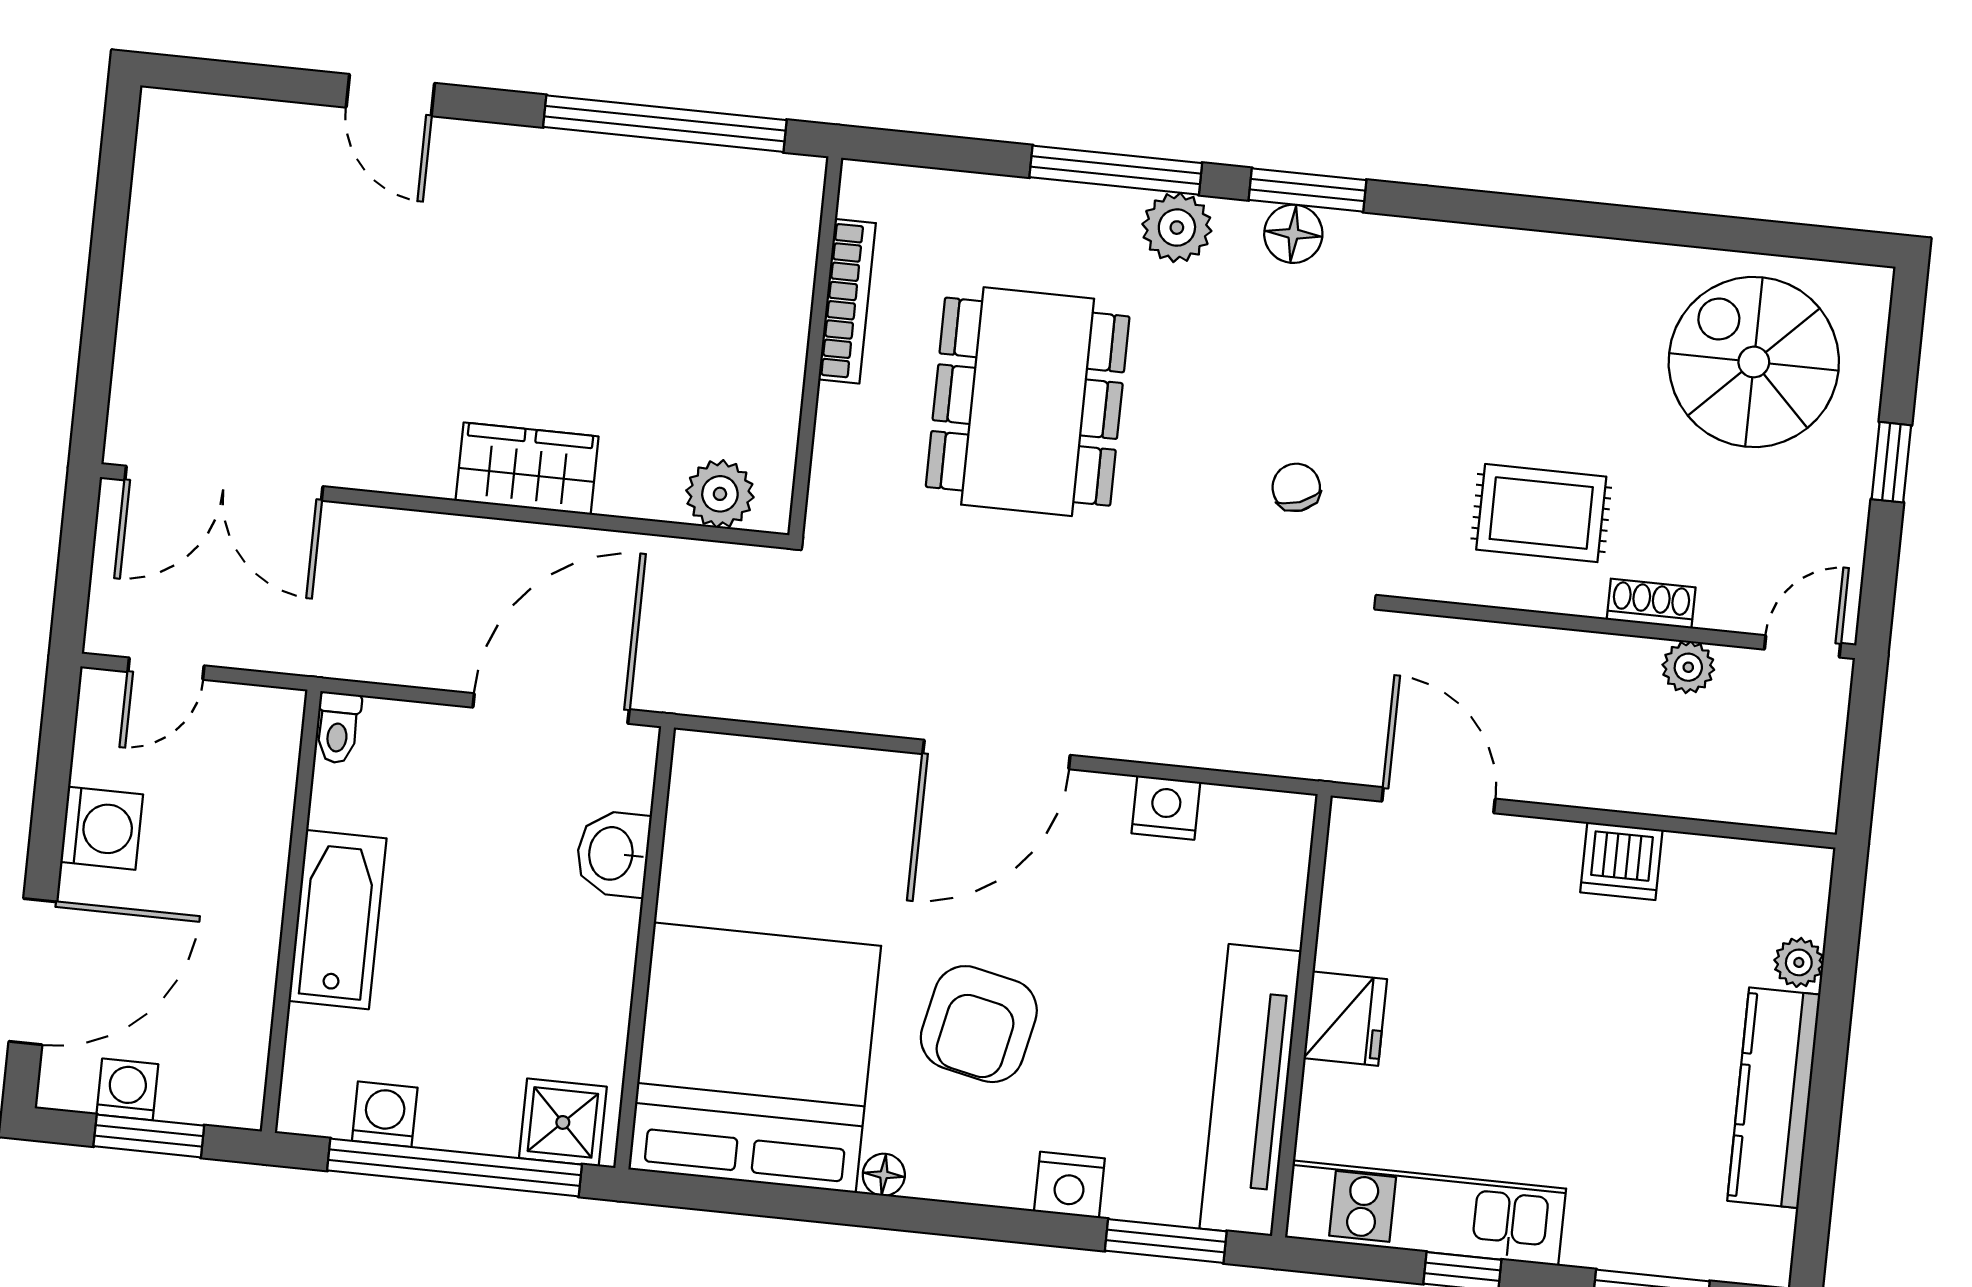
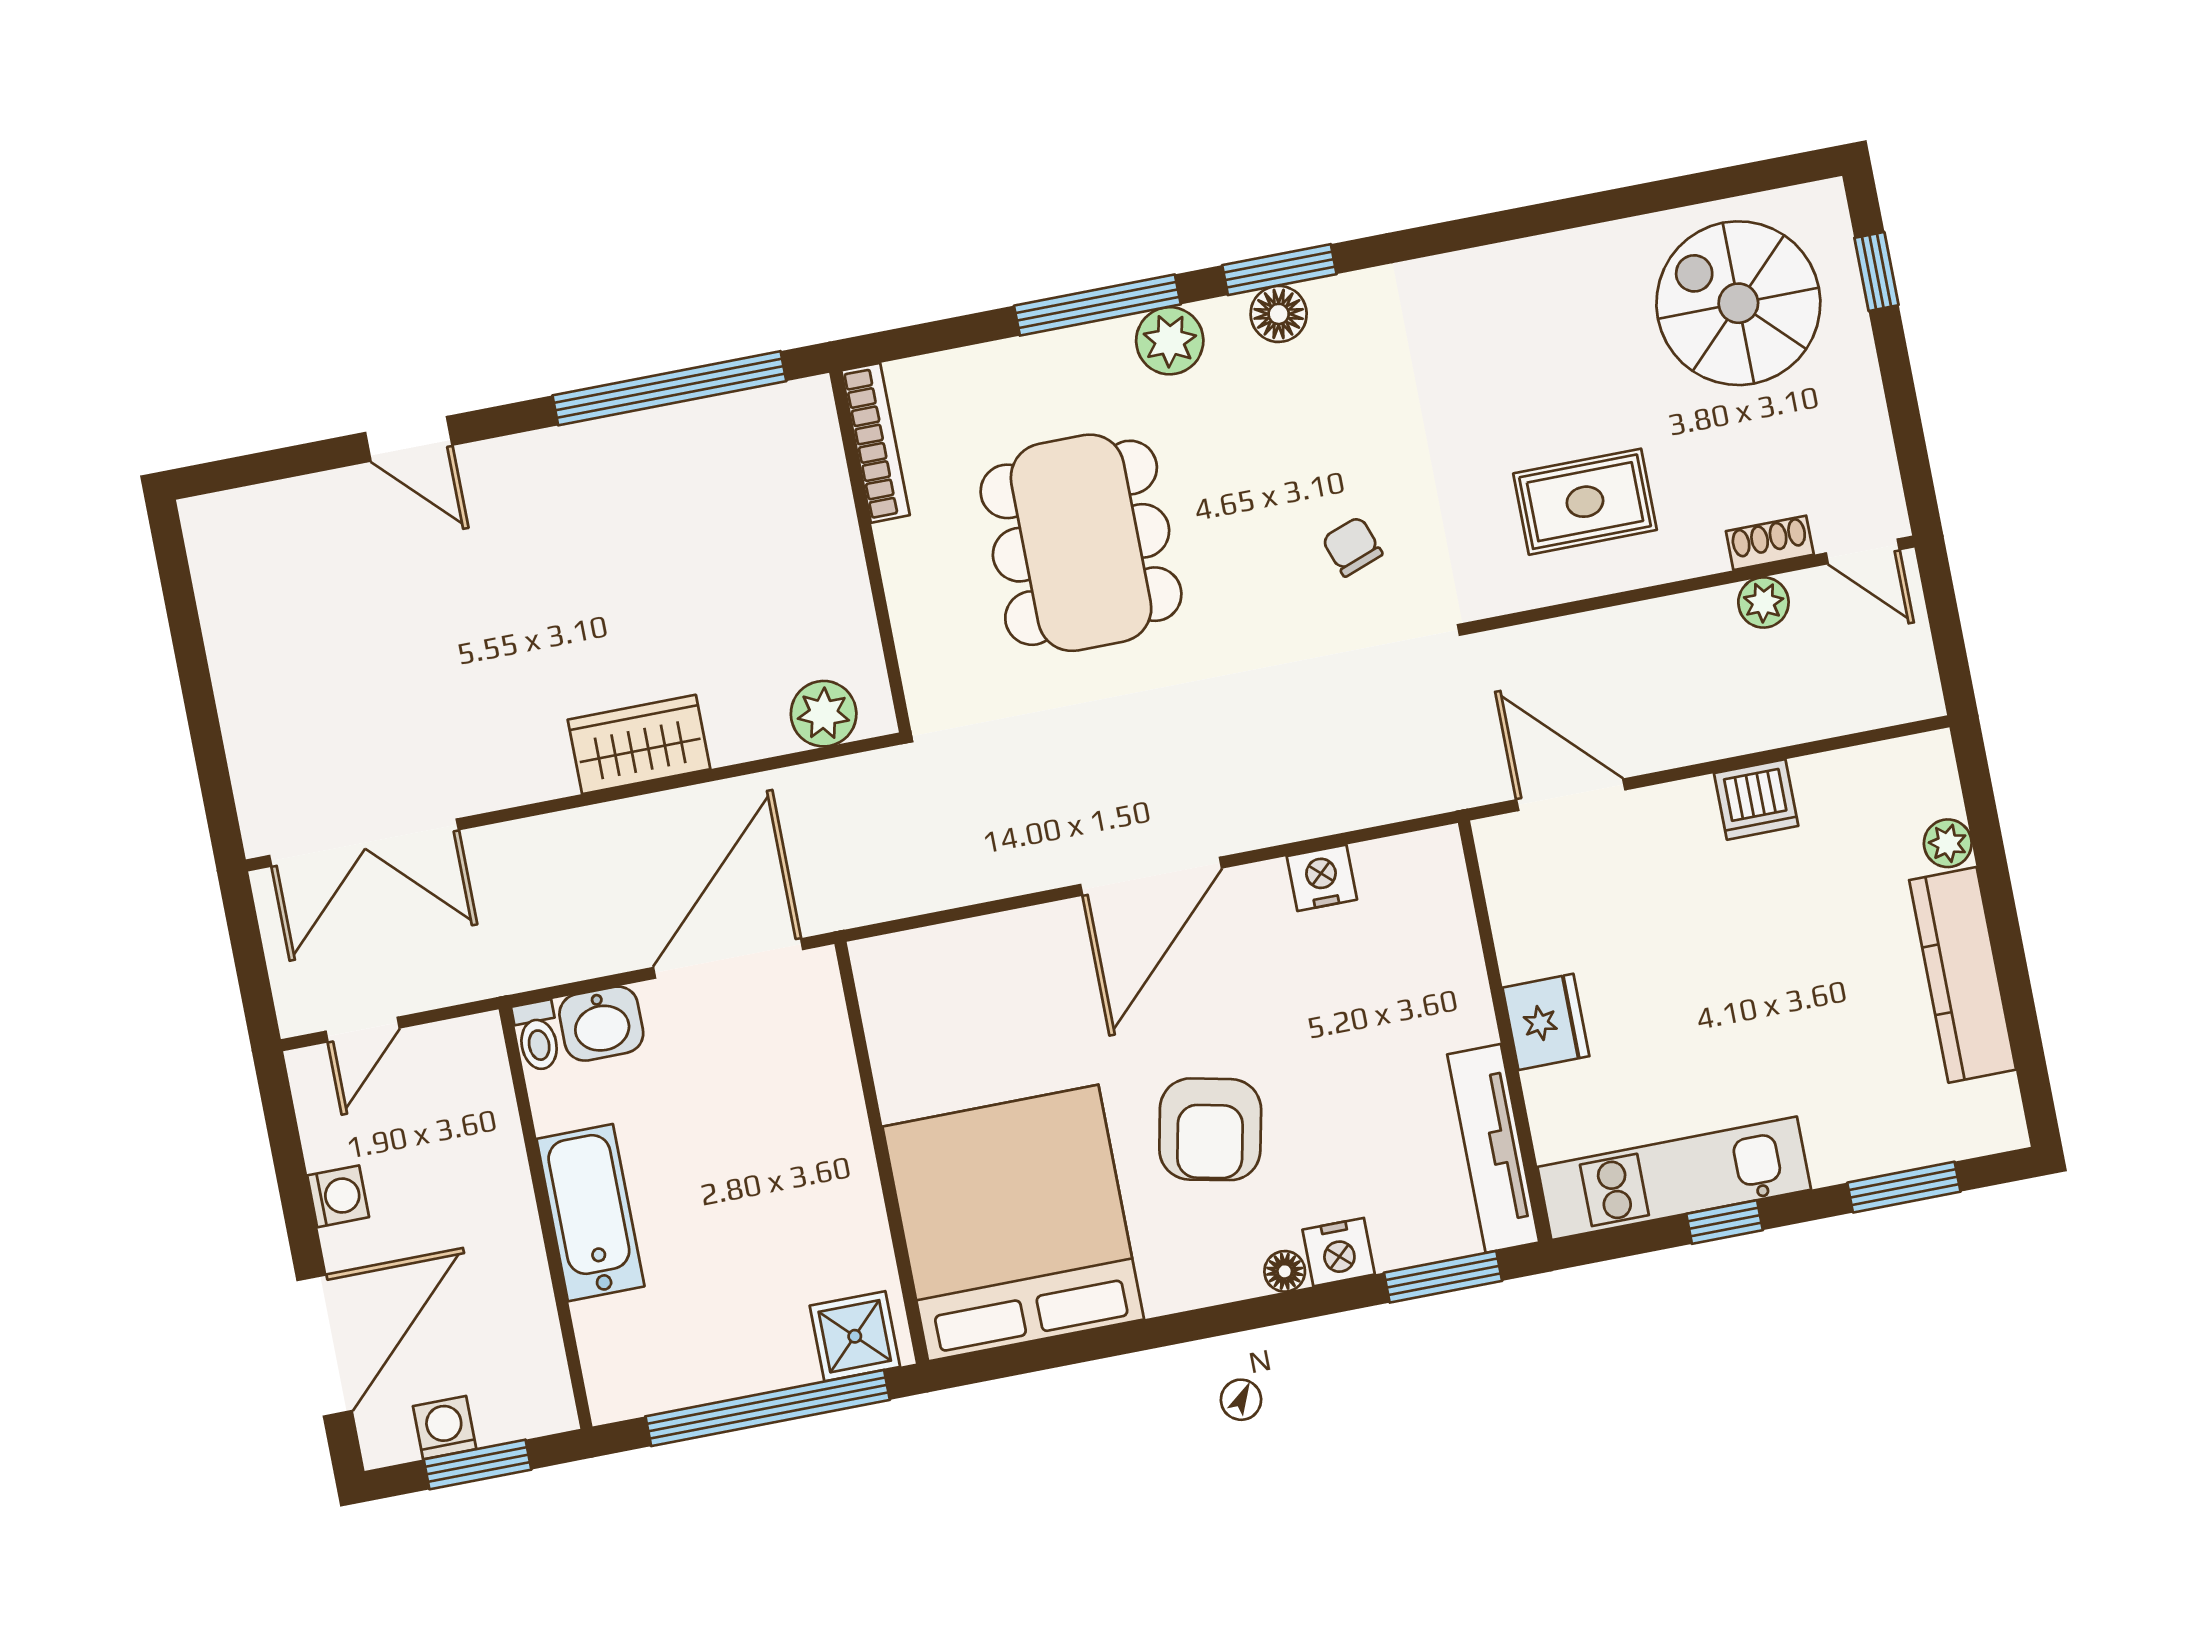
bookcase: (847, 301) -> (876, 443), moved
window: (1891, 462) -> (1876, 272), moved
shoe rack: (1651, 604) -> (1770, 543), moved
door: (1802, 646) -> (1863, 551), swing flipped
washing machine: (102, 828) -> (338, 1196), width x0.73, depth x0.73
washbasin: (613, 854) -> (601, 1024), moved, turned -90
tv unit: (1250, 1090) -> (1493, 1148), width x0.73, depth x0.78
washing machine: (385, 1114) -> (688, 1379), removed
floor lamp: (884, 1175) -> (1285, 1271), moved

